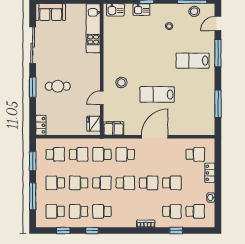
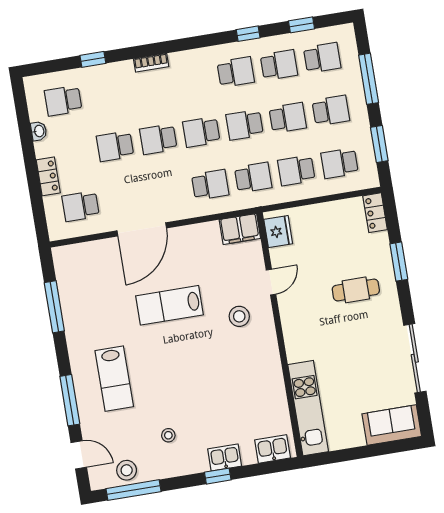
door: (218, 24) -> (79, 455), hinge flipped
lab bench: (193, 61) -> (114, 379), turned 90
window: (33, 87) -> (399, 262), moved
lab bench: (157, 94) -> (169, 305), turned 180
door: (155, 137) -> (142, 229), moved
school desk: (172, 211) -> (106, 94), removed

